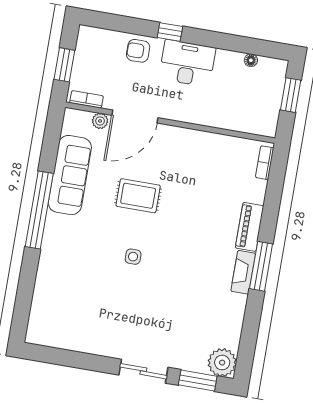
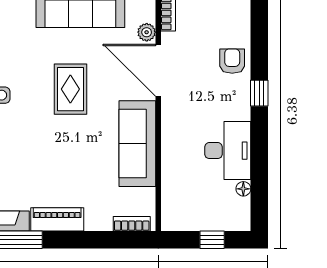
desk: (187, 63) -> (228, 151), moved
window: (291, 95) -> (212, 240), width x0.67
sofa: (196, 146) -> (137, 144), added

